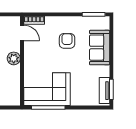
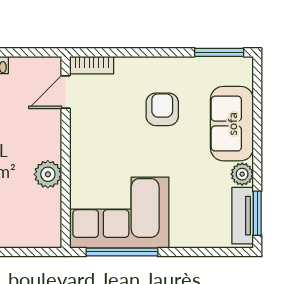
door: (22, 33) -> (66, 92), swing flipped
plant: (14, 58) -> (48, 174), moved
plant: (104, 71) -> (242, 174), added

